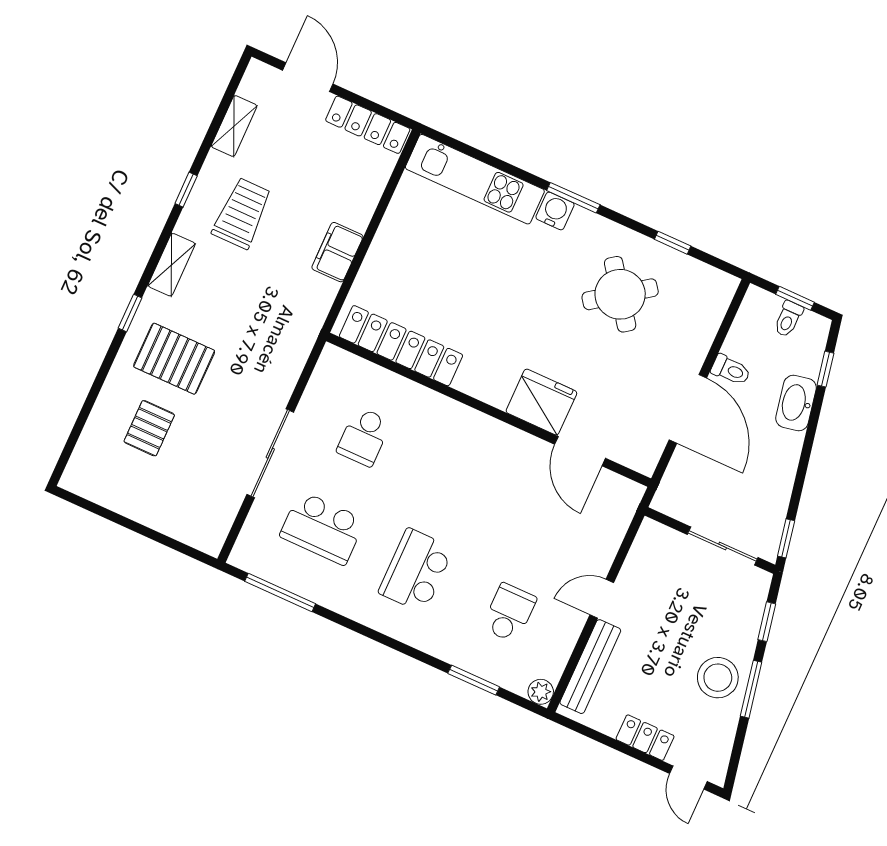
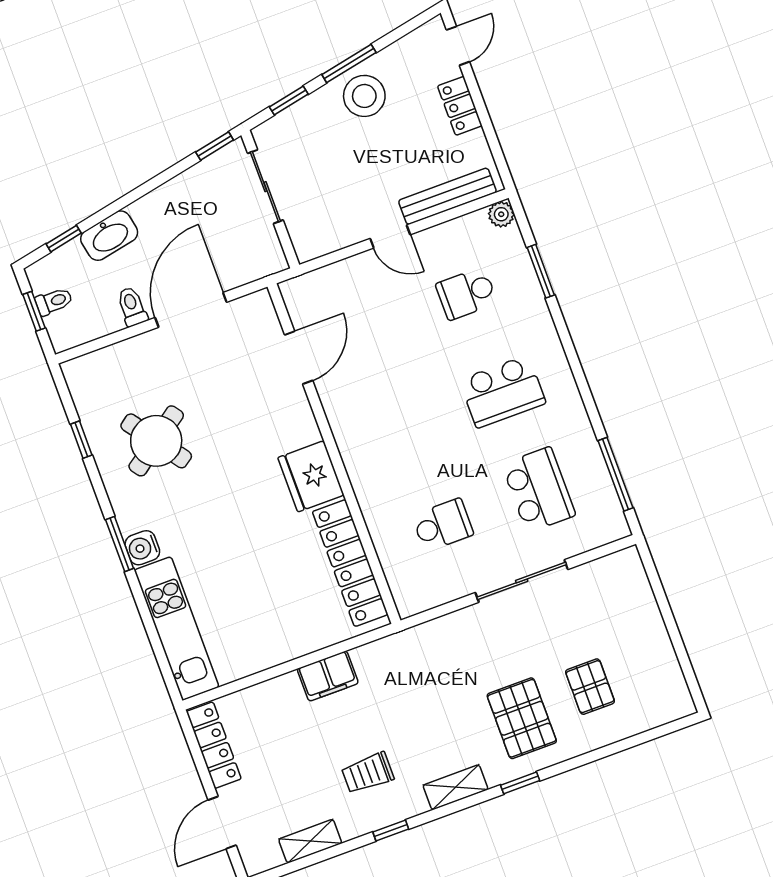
trolley: (242, 213) -> (368, 773), width x0.73, depth x0.72
fridge: (541, 402) -> (311, 476), moved
pallet: (149, 428) -> (590, 687), turned 90

